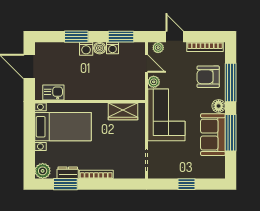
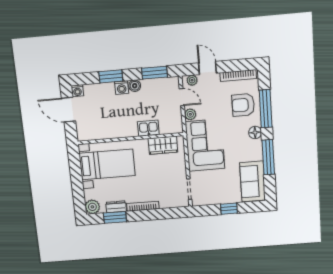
washing machine: (112, 48) -> (77, 91), moved
kitchen sink: (53, 92) -> (148, 128), moved
sofa: (213, 135) -> (253, 181), moved

